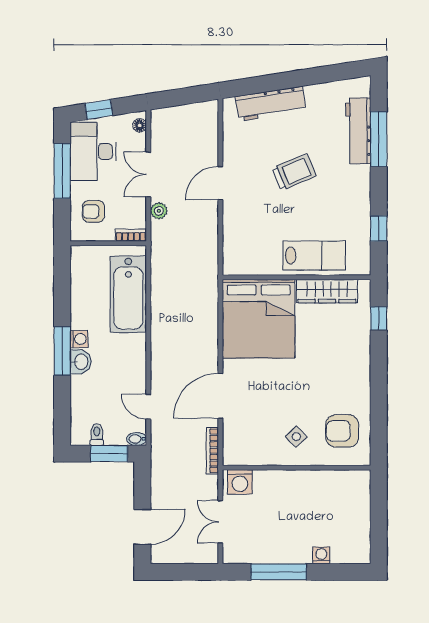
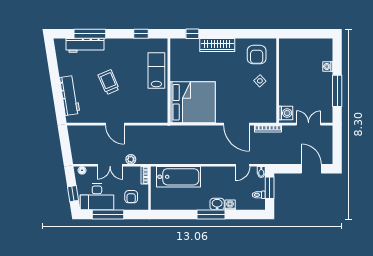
wardrobe: (327, 291) -> (217, 45), moved, turned 90
washing machine: (79, 339) -> (230, 205), moved
double door: (220, 522) -> (309, 124), swing flipped

